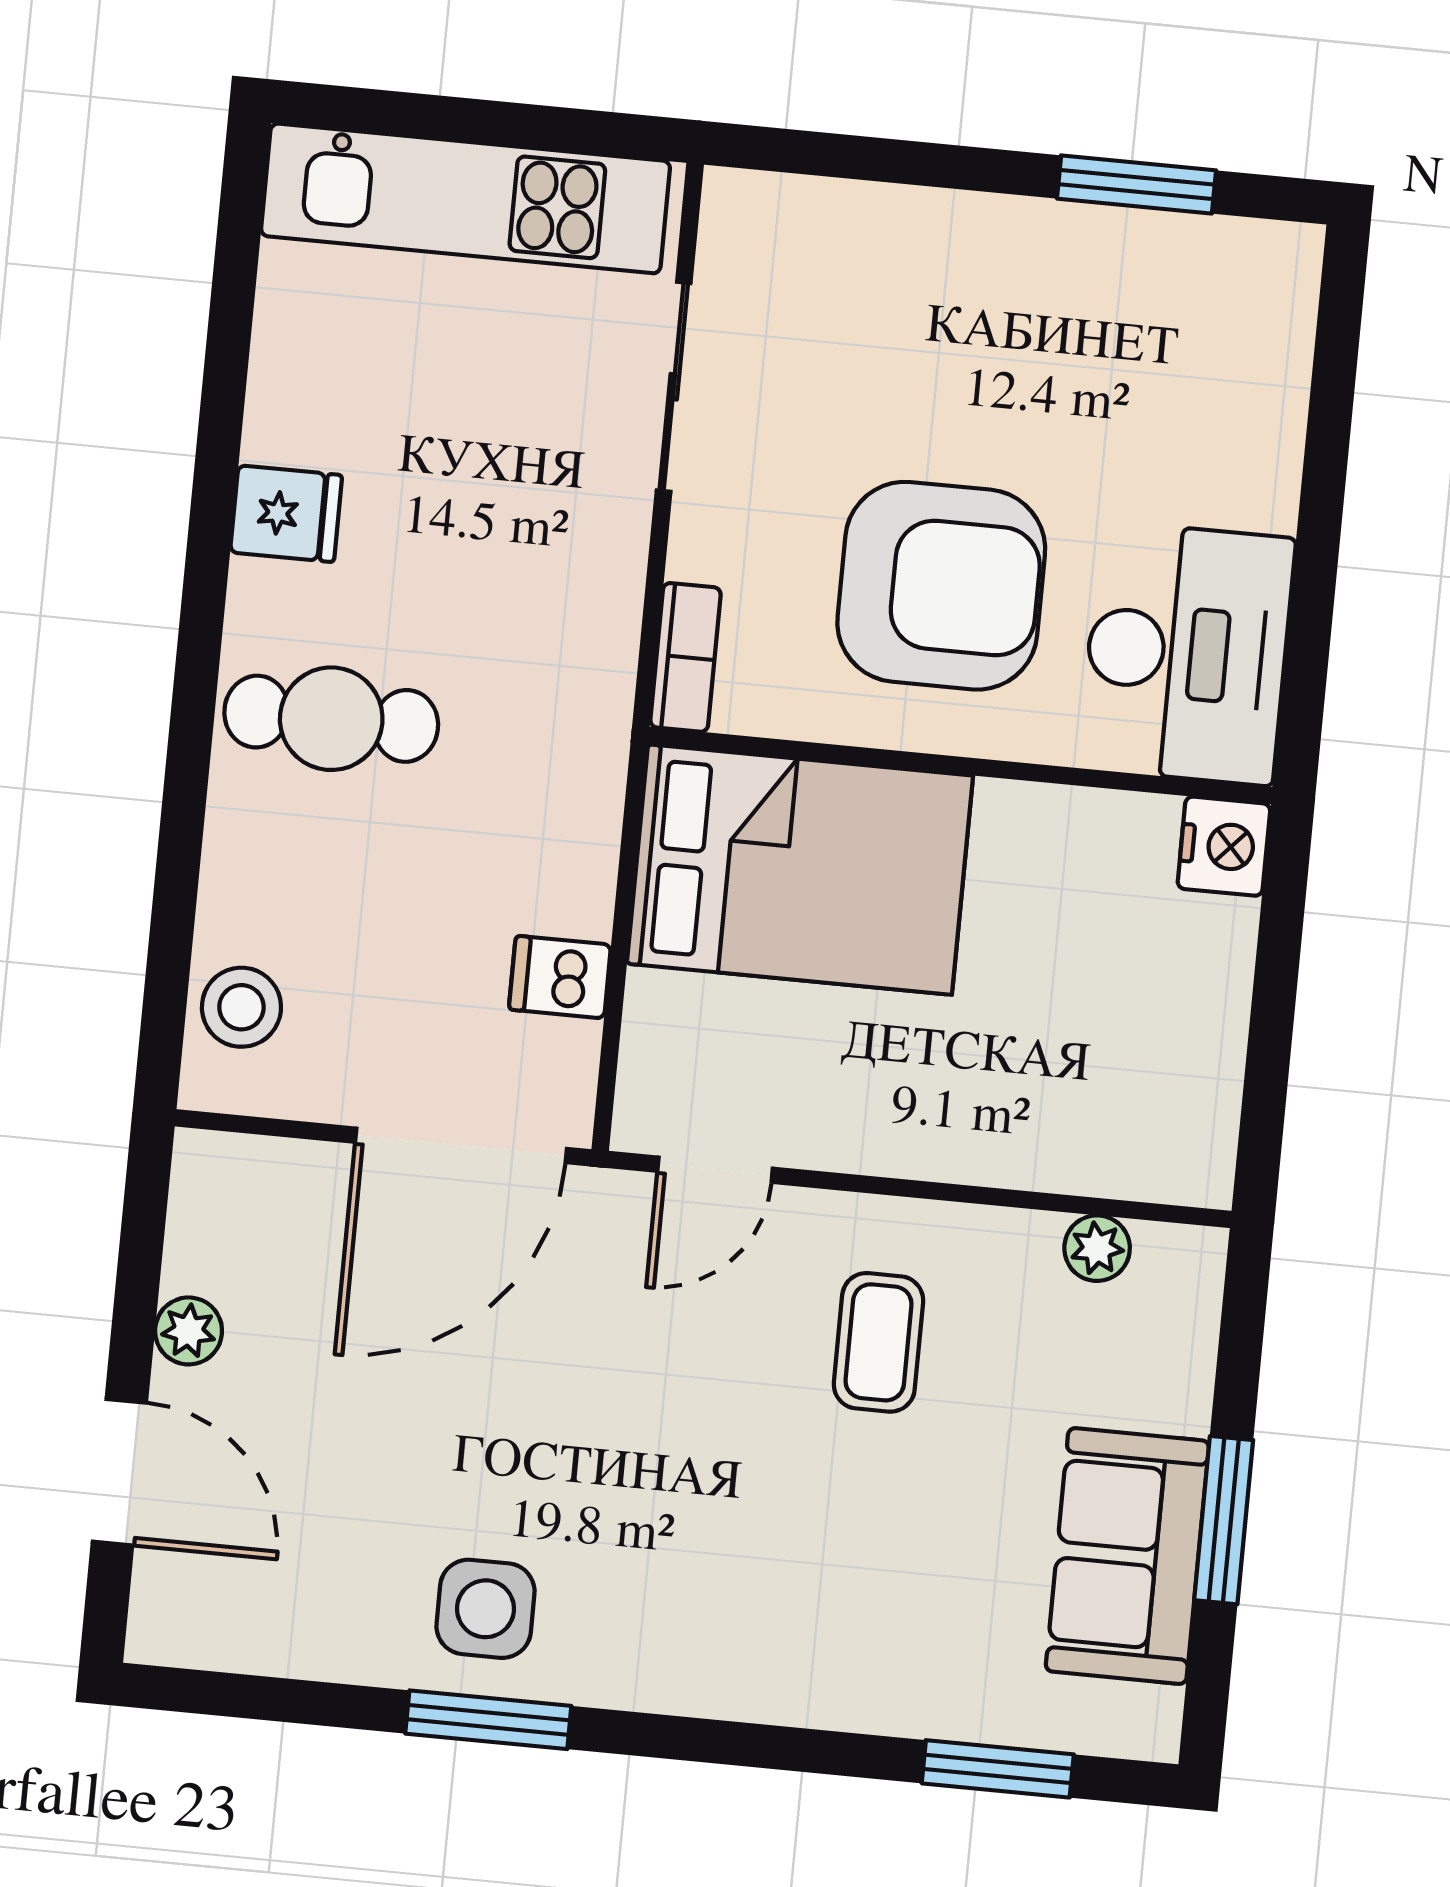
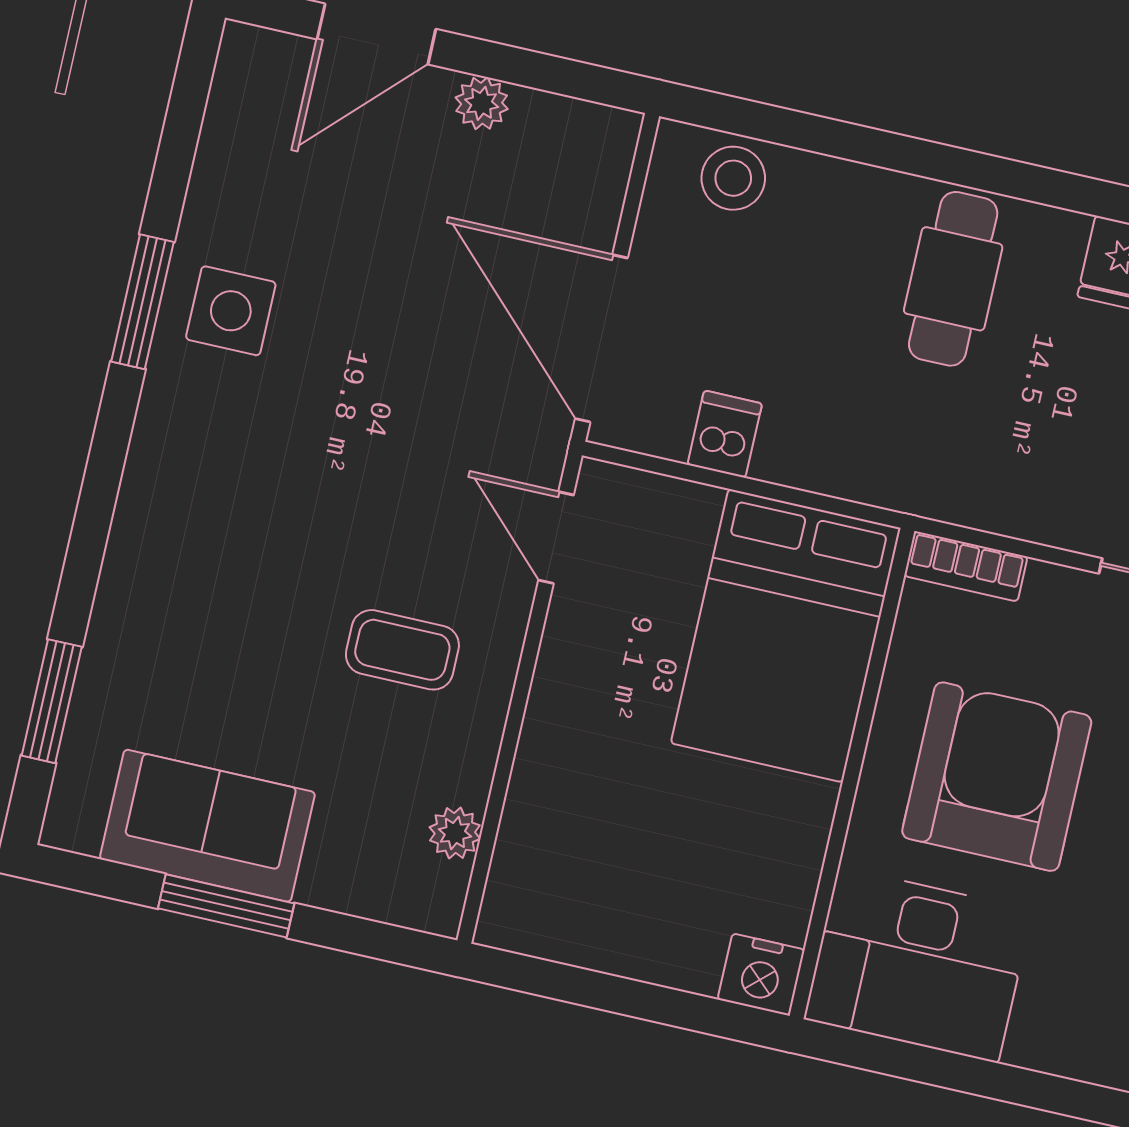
armchair: (941, 586) -> (997, 777), turned 180

